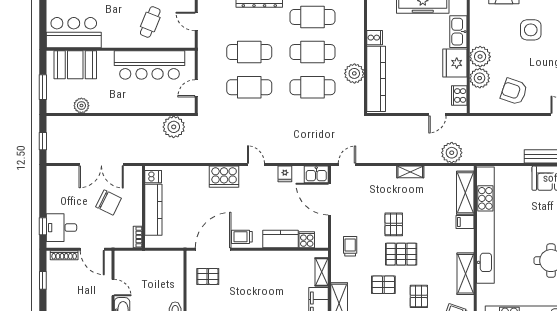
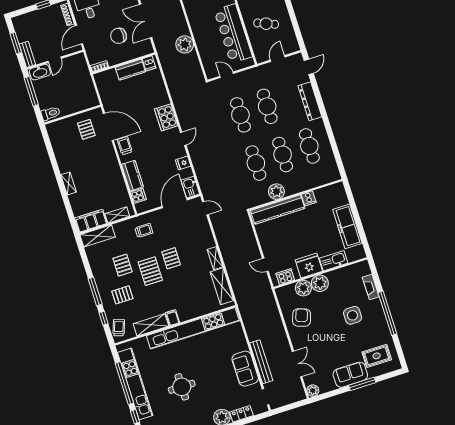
plant: (174, 127) -> (185, 44), moved
plant: (452, 153) -> (240, 285), removed
shelving: (465, 193) -> (222, 286), moved, turned 90
chair: (109, 202) -> (118, 36), turned 64
kitchen counter: (153, 210) -> (130, 70), width x0.67
filing cabinet: (465, 222) -> (173, 318), moved
pallet: (394, 224) -> (171, 258), turned 90

